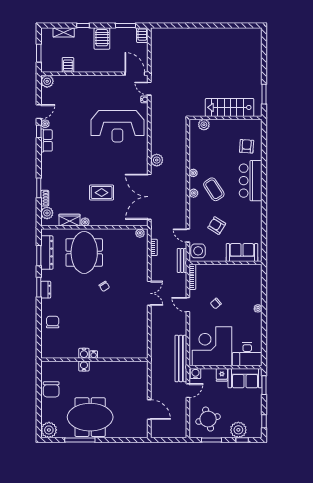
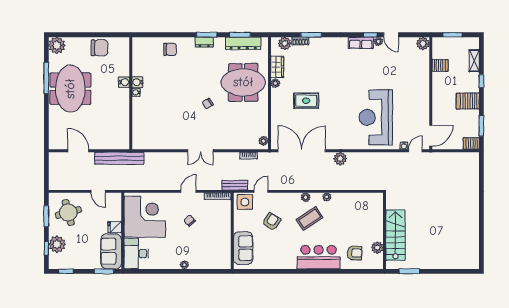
plant: (204, 125) -> (377, 248), moved
rug: (102, 193) -> (306, 101), turned 90
bench: (181, 358) -> (119, 158), moved
water cooler: (195, 374) -> (116, 199), removed
chair: (51, 389) -> (99, 48), turned 180
door: (149, 410) -> (78, 151), swing flipped

